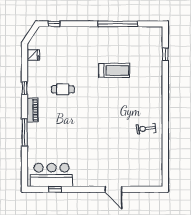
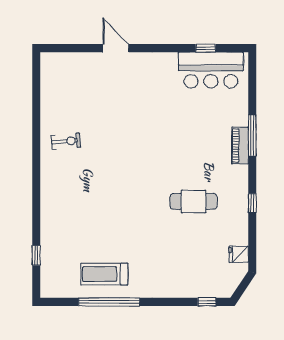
treadmill: (114, 70) -> (104, 274), moved
cafe table: (63, 89) -> (194, 201), width x1.37, depth x1.35
piano: (32, 110) -> (240, 146), moved

